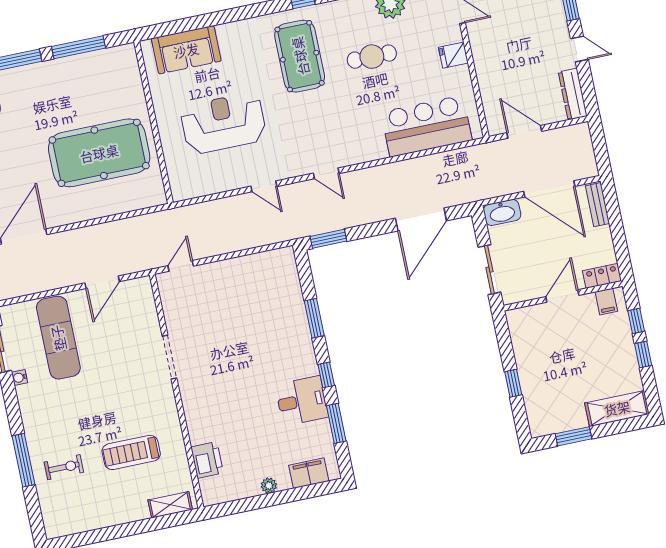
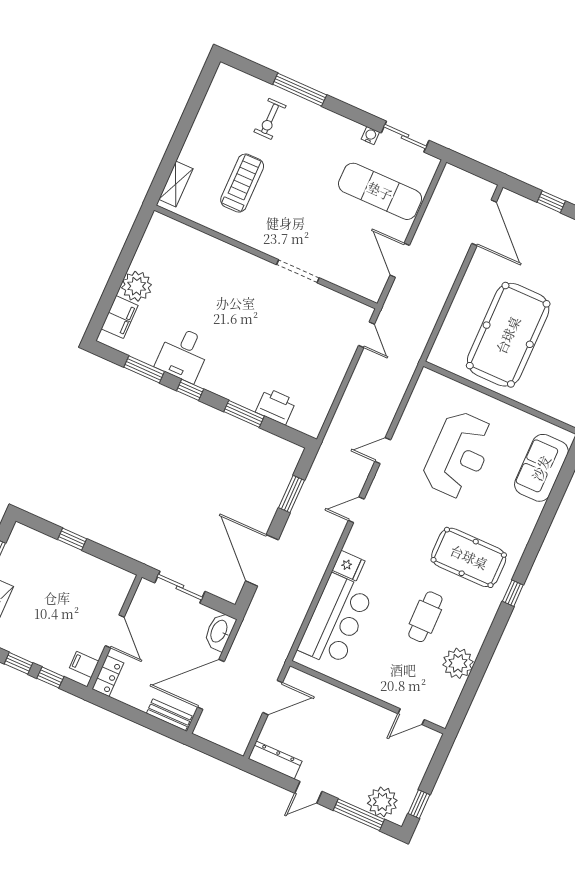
fridge: (453, 55) -> (349, 566), moved, turned 90
window: (328, 239) -> (292, 494), moved
printer: (207, 460) -> (276, 406), moved, turned 180
plant: (269, 486) -> (137, 286), width x1.87, depth x1.87

